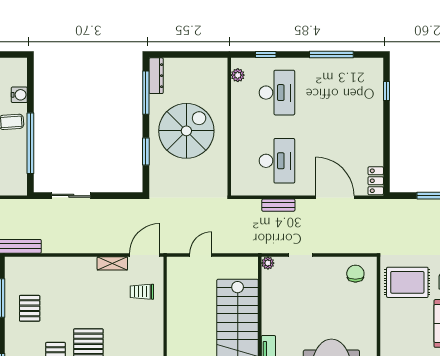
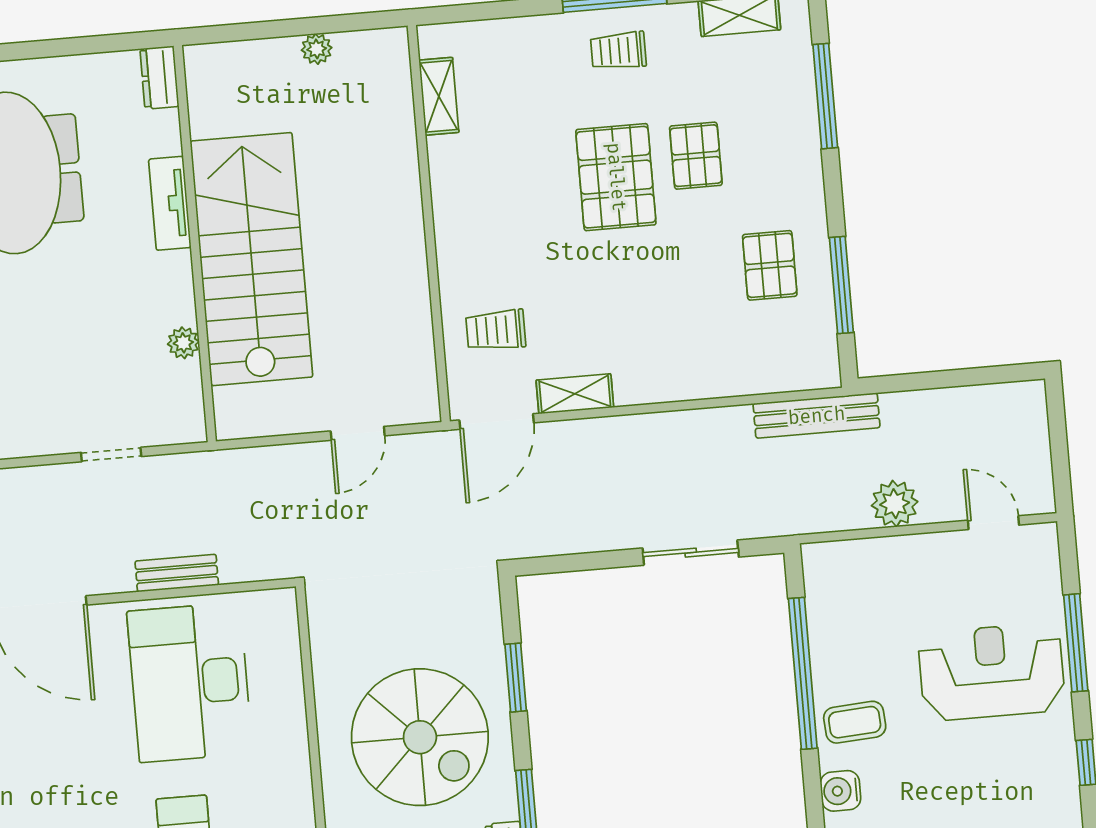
spiral stairs: (186, 131) -> (420, 737), turned -90
desk: (277, 161) -> (190, 682), width x1.36, depth x1.30
plant: (268, 263) -> (183, 343), moved
trolley: (142, 292) -> (496, 330), turned 180

